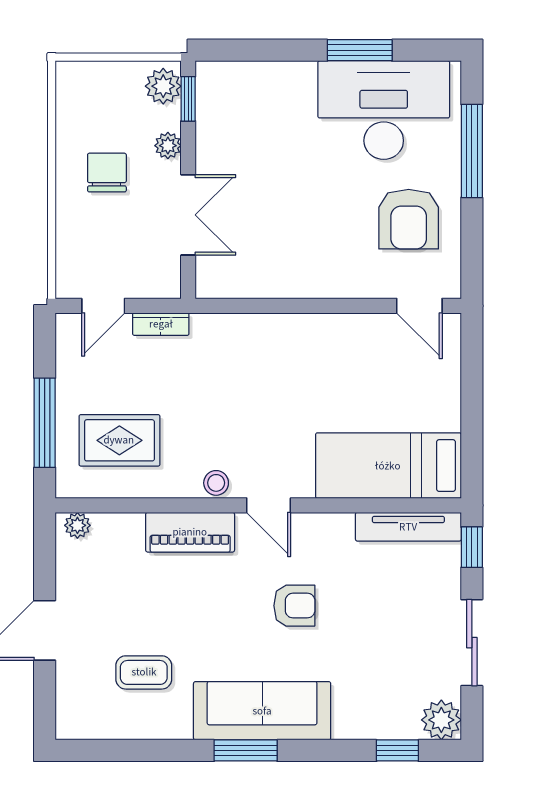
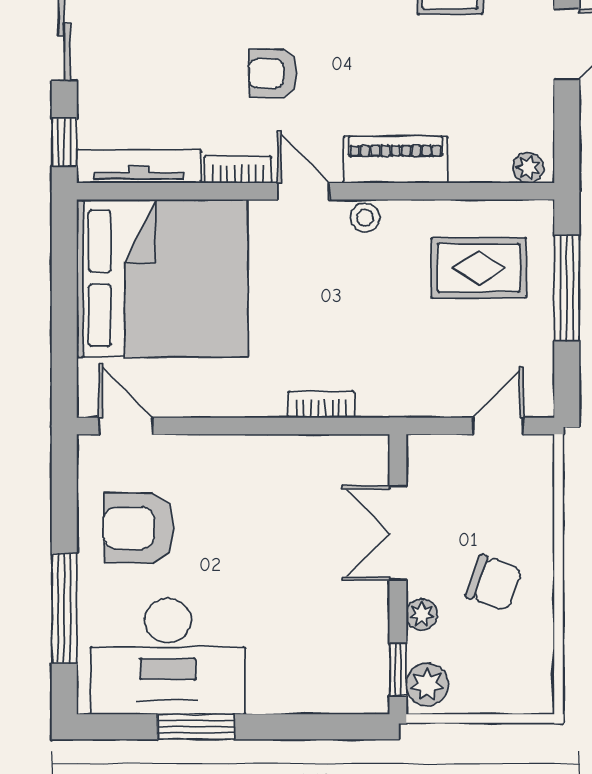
chair: (107, 173) -> (494, 583), turned -70
armchair: (409, 219) -> (139, 528), turned -90
bookcase: (161, 324) -> (321, 405), moved
bed: (388, 466) -> (162, 278), width x2.04
bookcase: (324, 524) -> (238, 170), added

